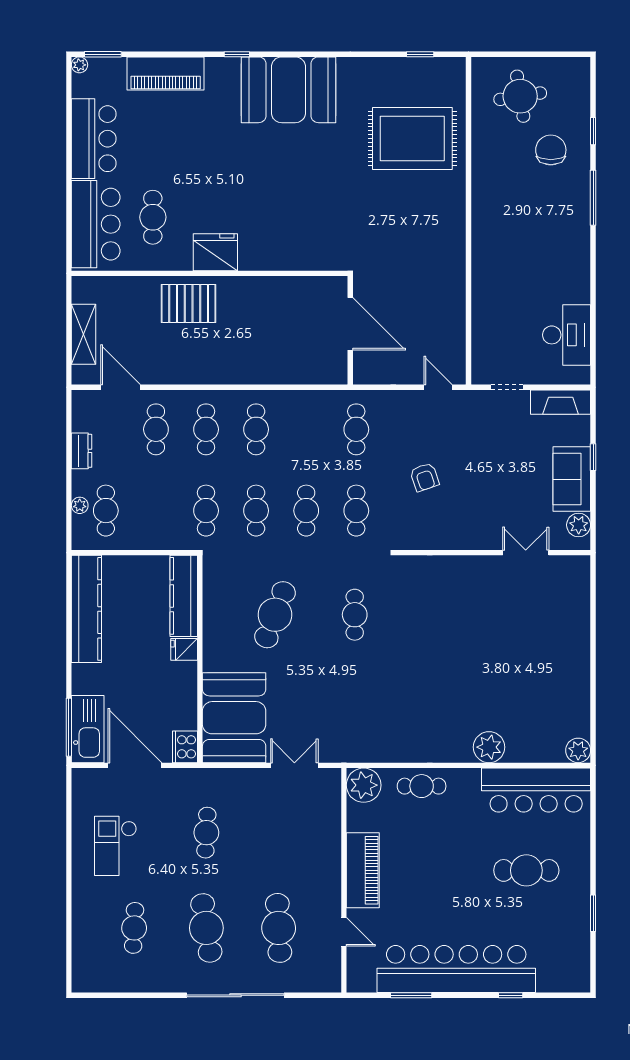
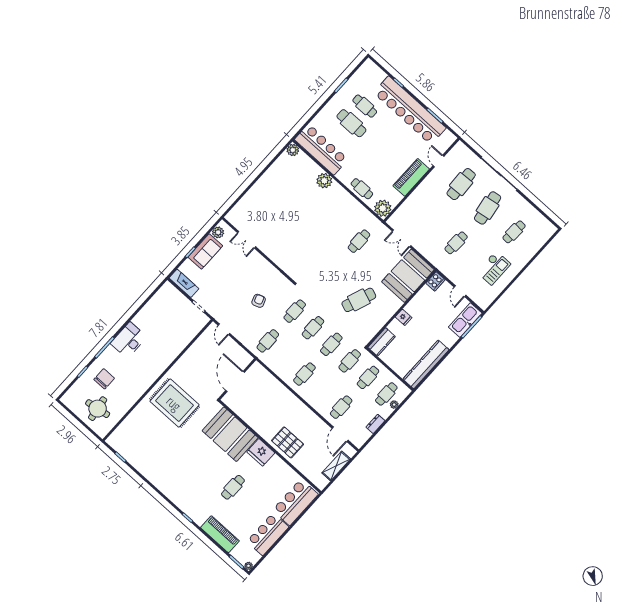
booth: (288, 90) -> (230, 434), moved
rug: (412, 139) -> (174, 403), moved
chair: (551, 150) -> (104, 379), turned 180
cafe table: (153, 217) -> (233, 487), moved
desk: (567, 335) -> (129, 340), moved
cafe table: (206, 429) -> (368, 377), moved
kitchen counter: (184, 596) -> (382, 342), width x0.67
cafe table: (355, 615) -> (359, 241), moved
door: (135, 765) -> (460, 291), width x0.53
cafe table: (530, 914) -> (365, 106), added

